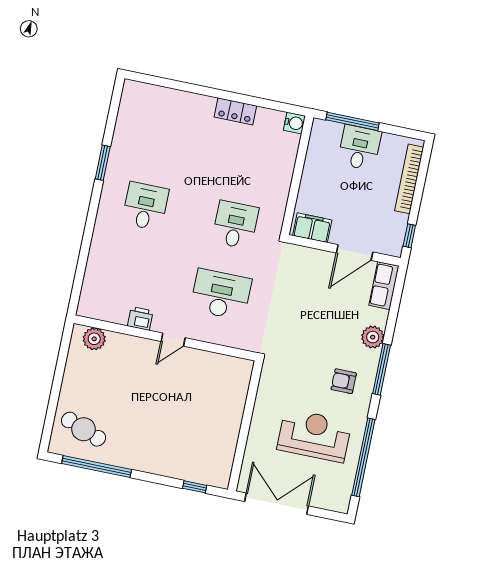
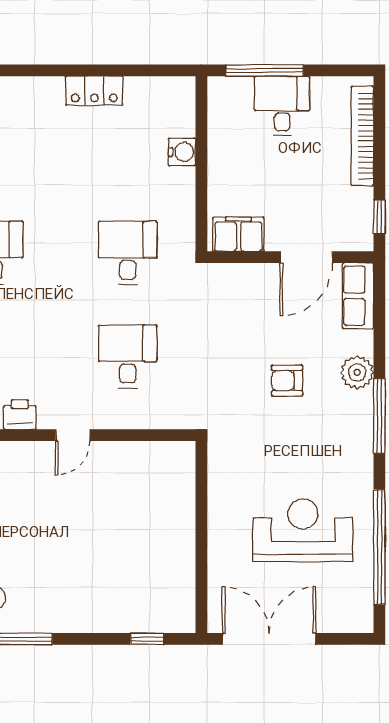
water cooler: (294, 123) -> (182, 152), moved
desk: (221, 294) -> (128, 356), width x0.73
armchair: (344, 381) -> (287, 381), moved

